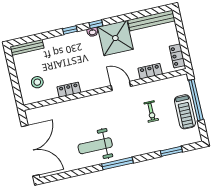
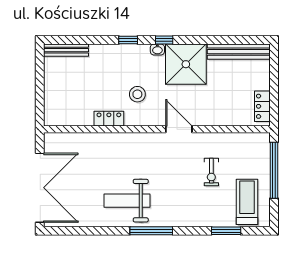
locker: (150, 71) -> (222, 118), removed
stool: (37, 82) -> (137, 94), moved
treadmill: (185, 112) -> (247, 202), moved, turned 180

